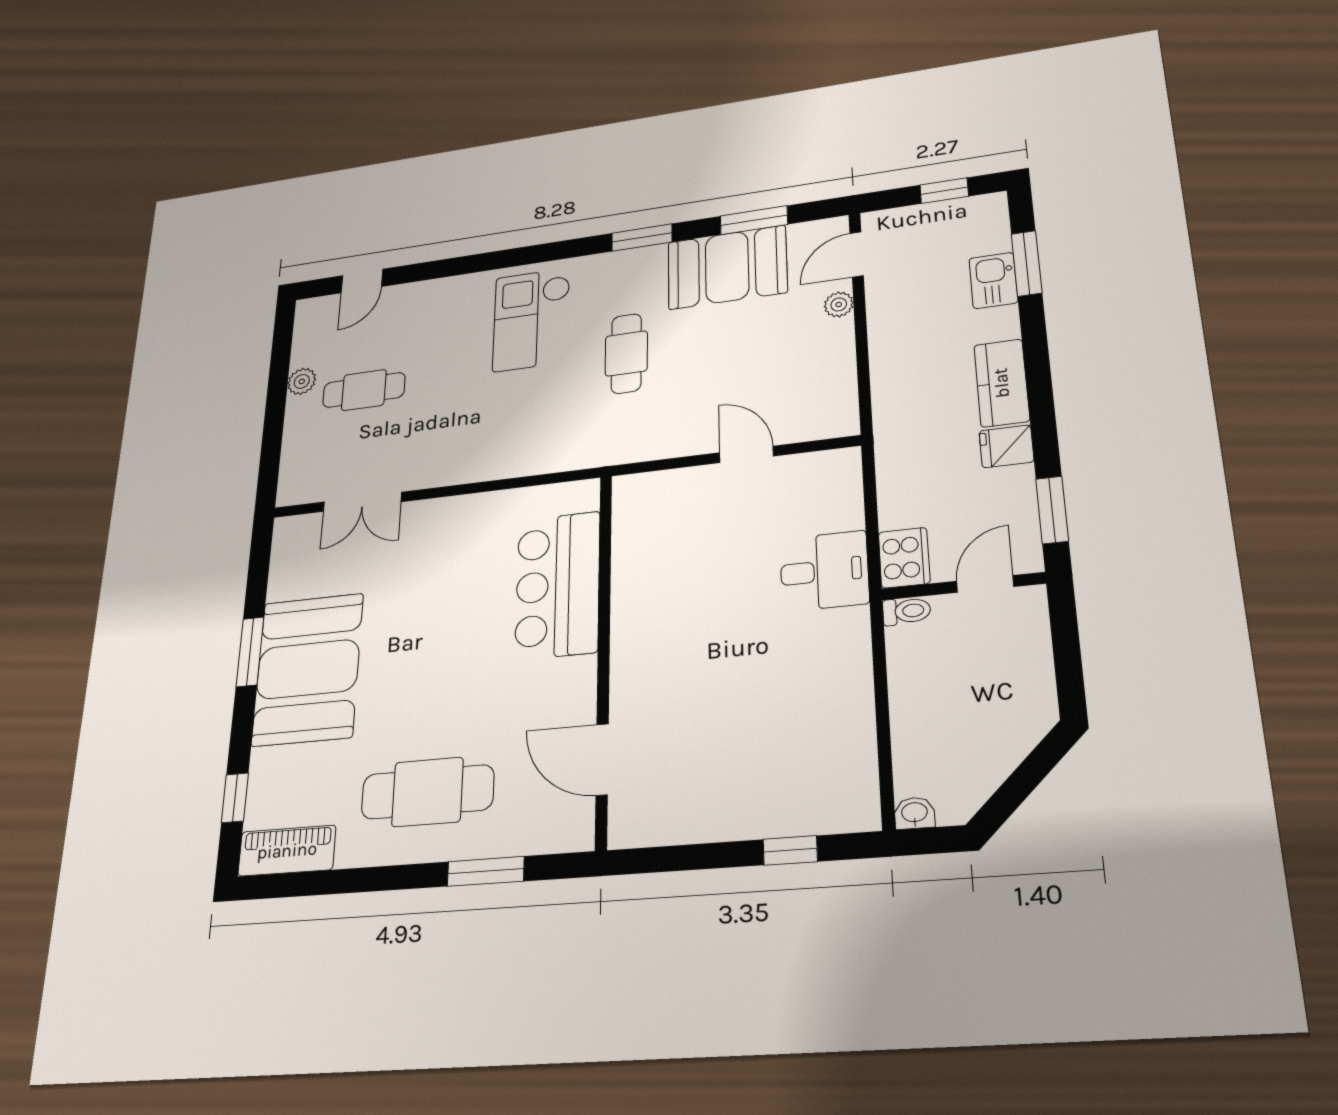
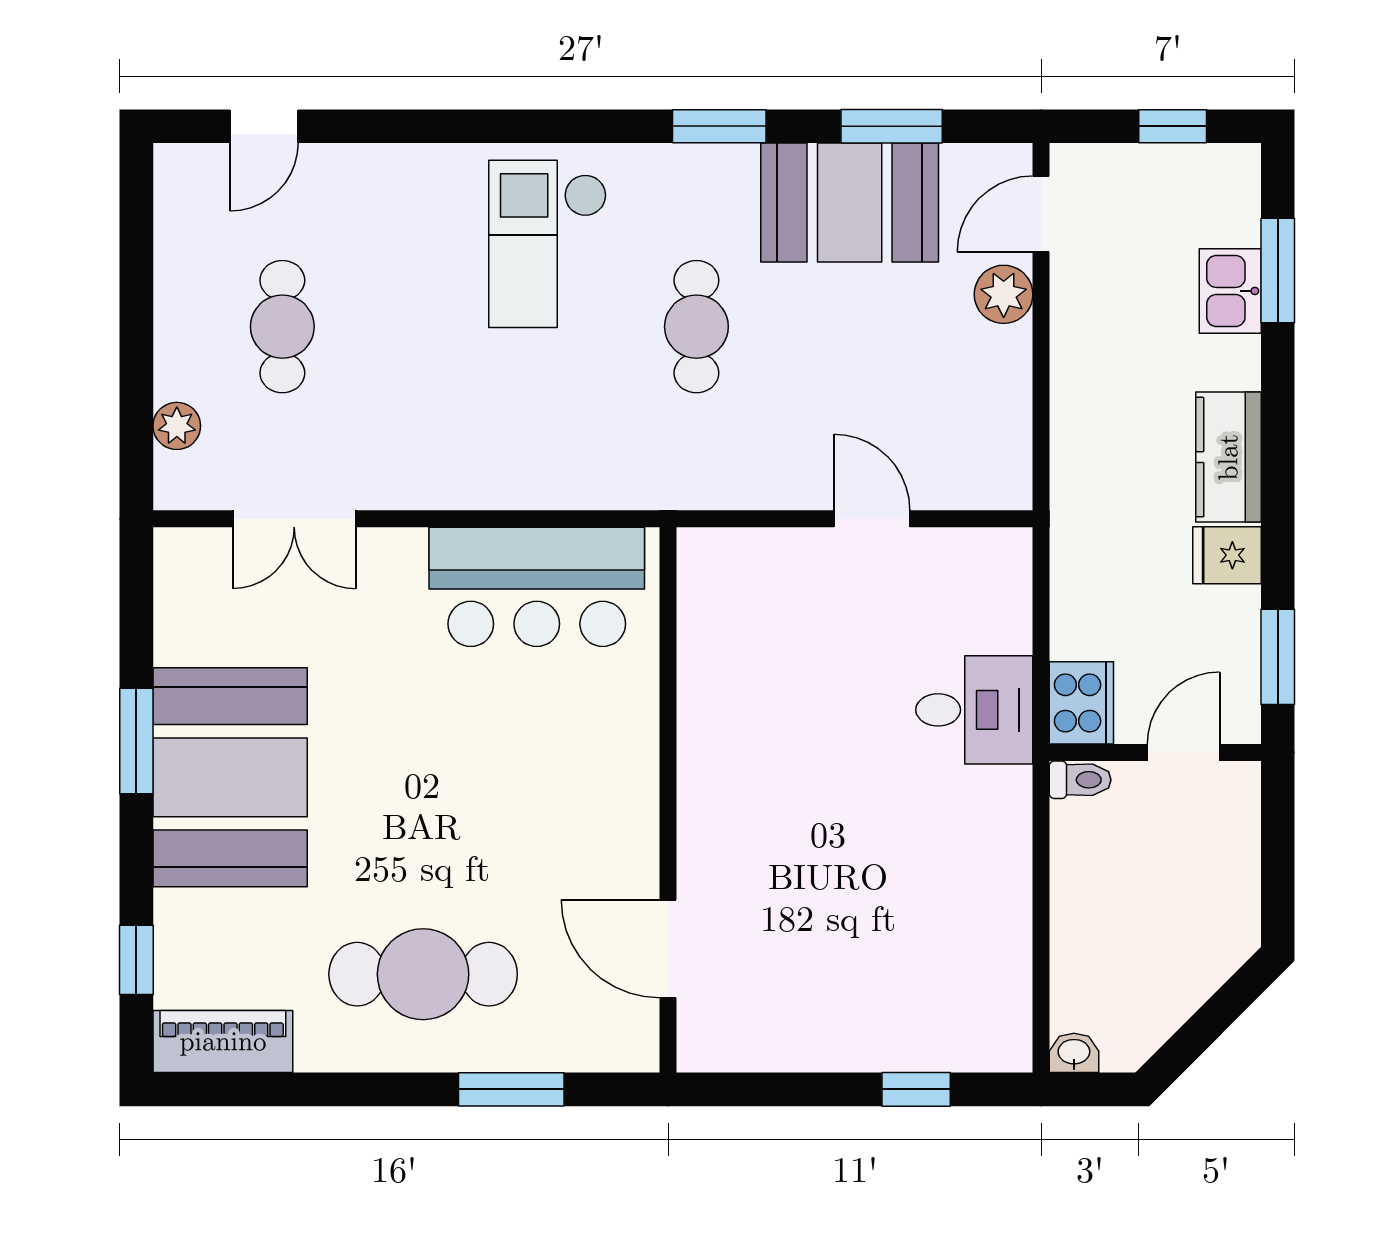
plant: (839, 304) -> (1004, 294), width x1.38, depth x1.38
plant: (302, 381) -> (177, 426), moved
cafe table: (364, 390) -> (282, 327), turned 90
bar counter: (558, 585) -> (537, 587), moved, turned -90

